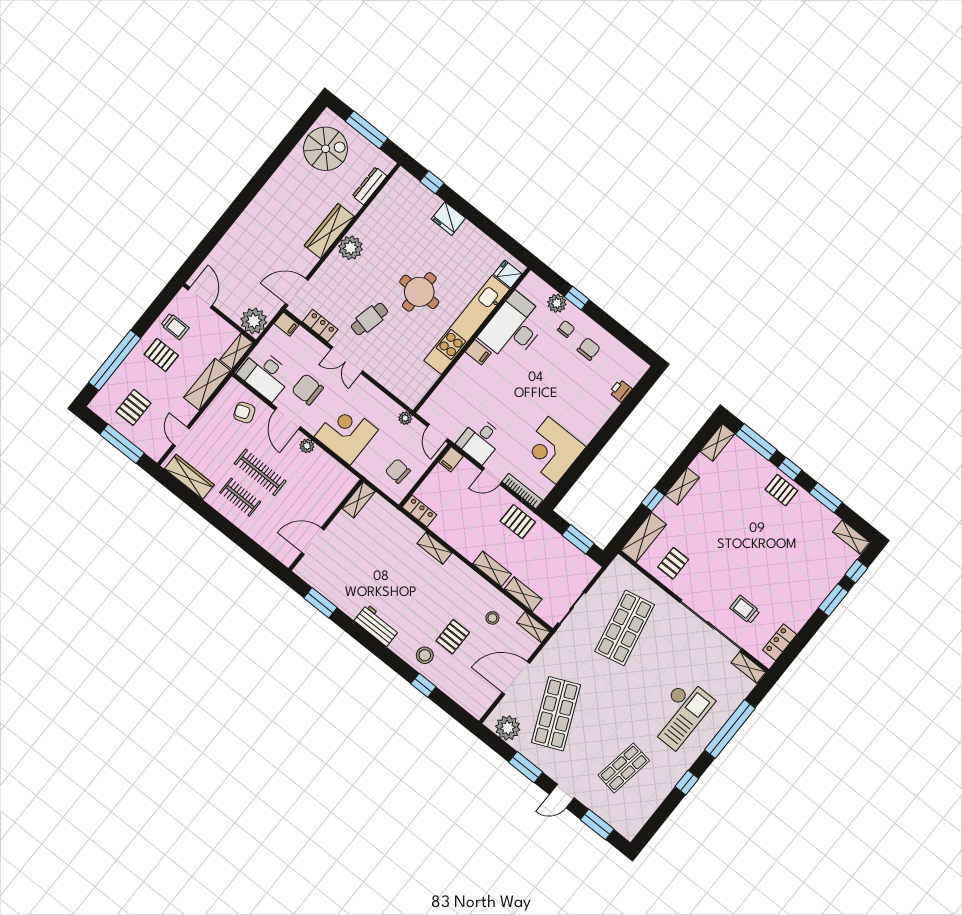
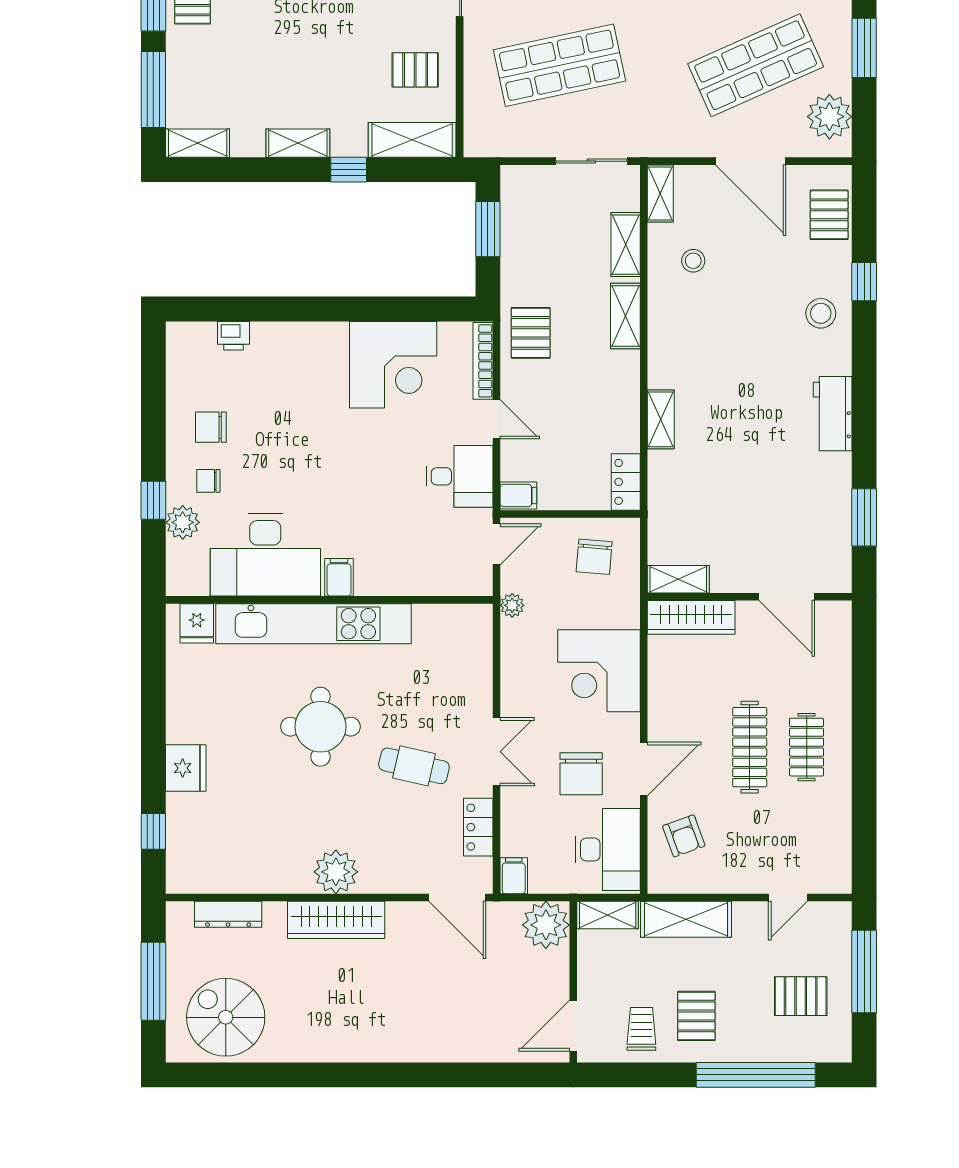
plant: (307, 446) -> (660, 711), removed
wardrobe: (189, 477) -> (691, 617), moved, turned -90
pallet: (453, 637) -> (829, 215), moved, turned 90

